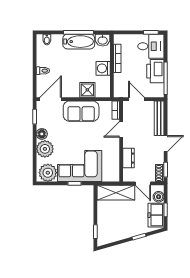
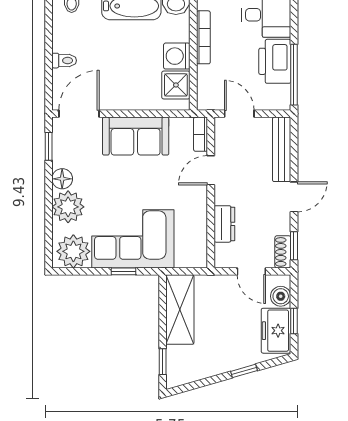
shower: (87, 90) -> (176, 85), moved
shelving: (116, 193) -> (180, 310), moved, turned 90

